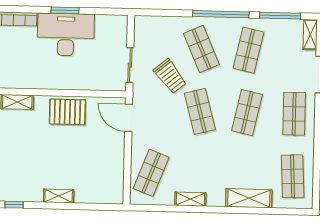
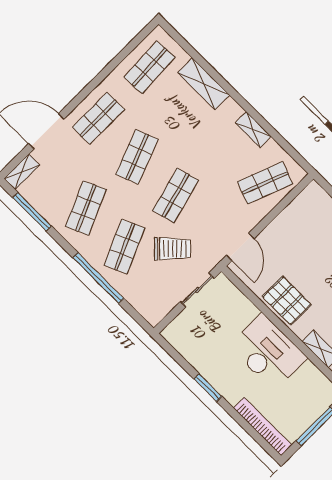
window: (221, 14) -> (98, 278), moved
desk: (66, 35) -> (268, 352), moved, turned 180
shop shelf: (249, 50) -> (86, 208), turned -36
trolley: (170, 76) -> (172, 249), turned 84
shop shelf: (247, 113) -> (137, 157), turned -33

